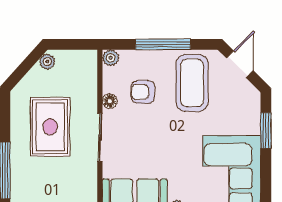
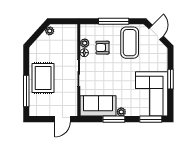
plant: (111, 58) -> (85, 43), moved
rug: (50, 127) -> (43, 78), moved
window: (266, 130) -> (170, 79), moved

